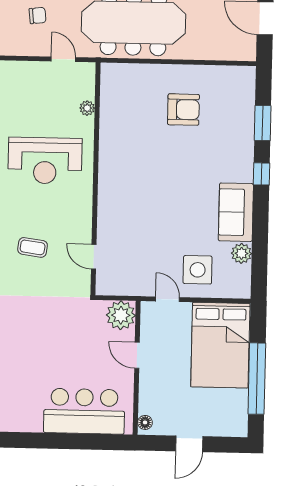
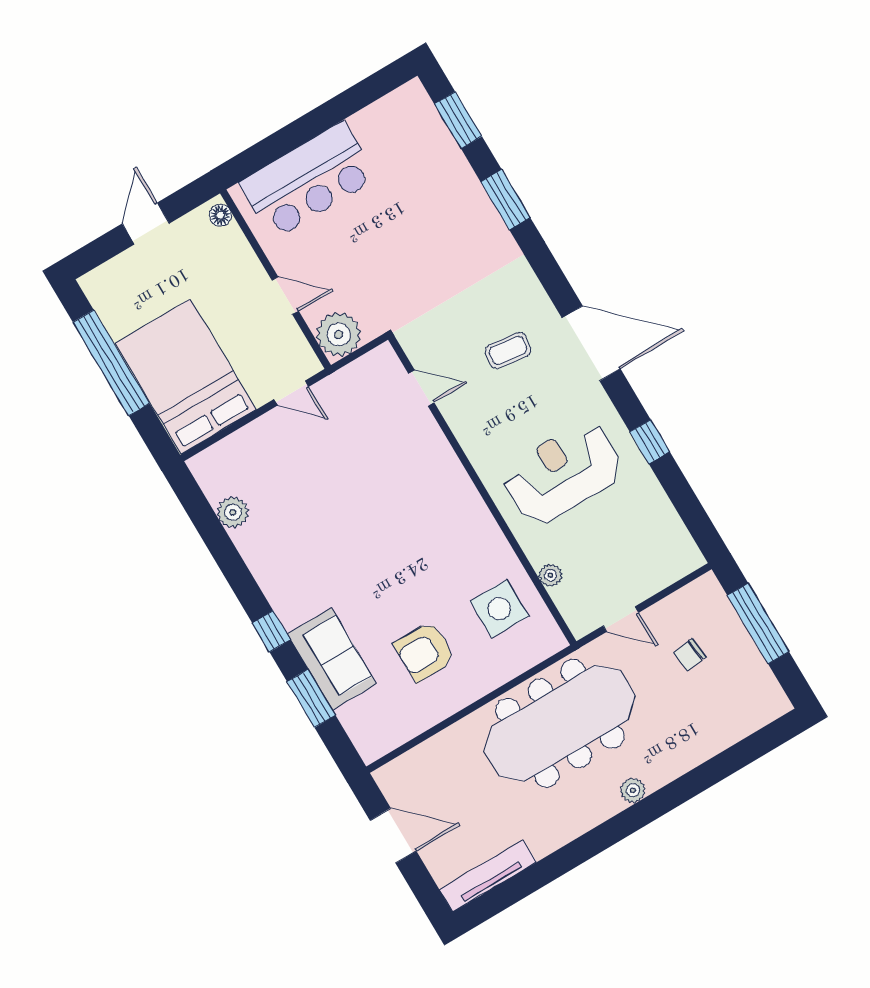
sofa: (236, 212) -> (332, 659), moved
side table: (198, 270) -> (499, 609), moved

